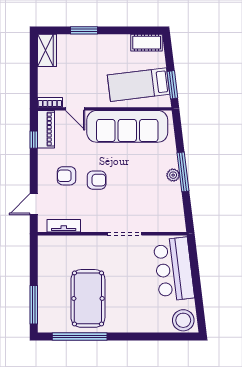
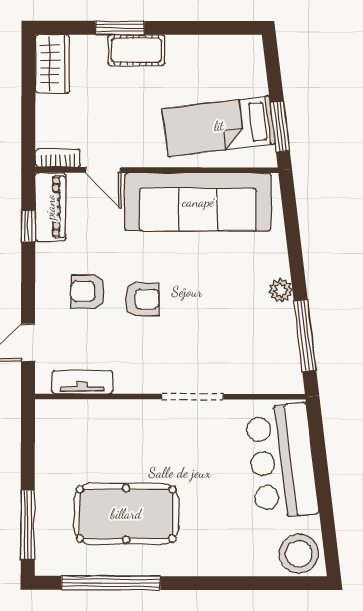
cot: (147, 43) -> (136, 50), moved
window: (183, 172) -> (305, 336), moved
pool table: (88, 298) -> (126, 514), turned 90

